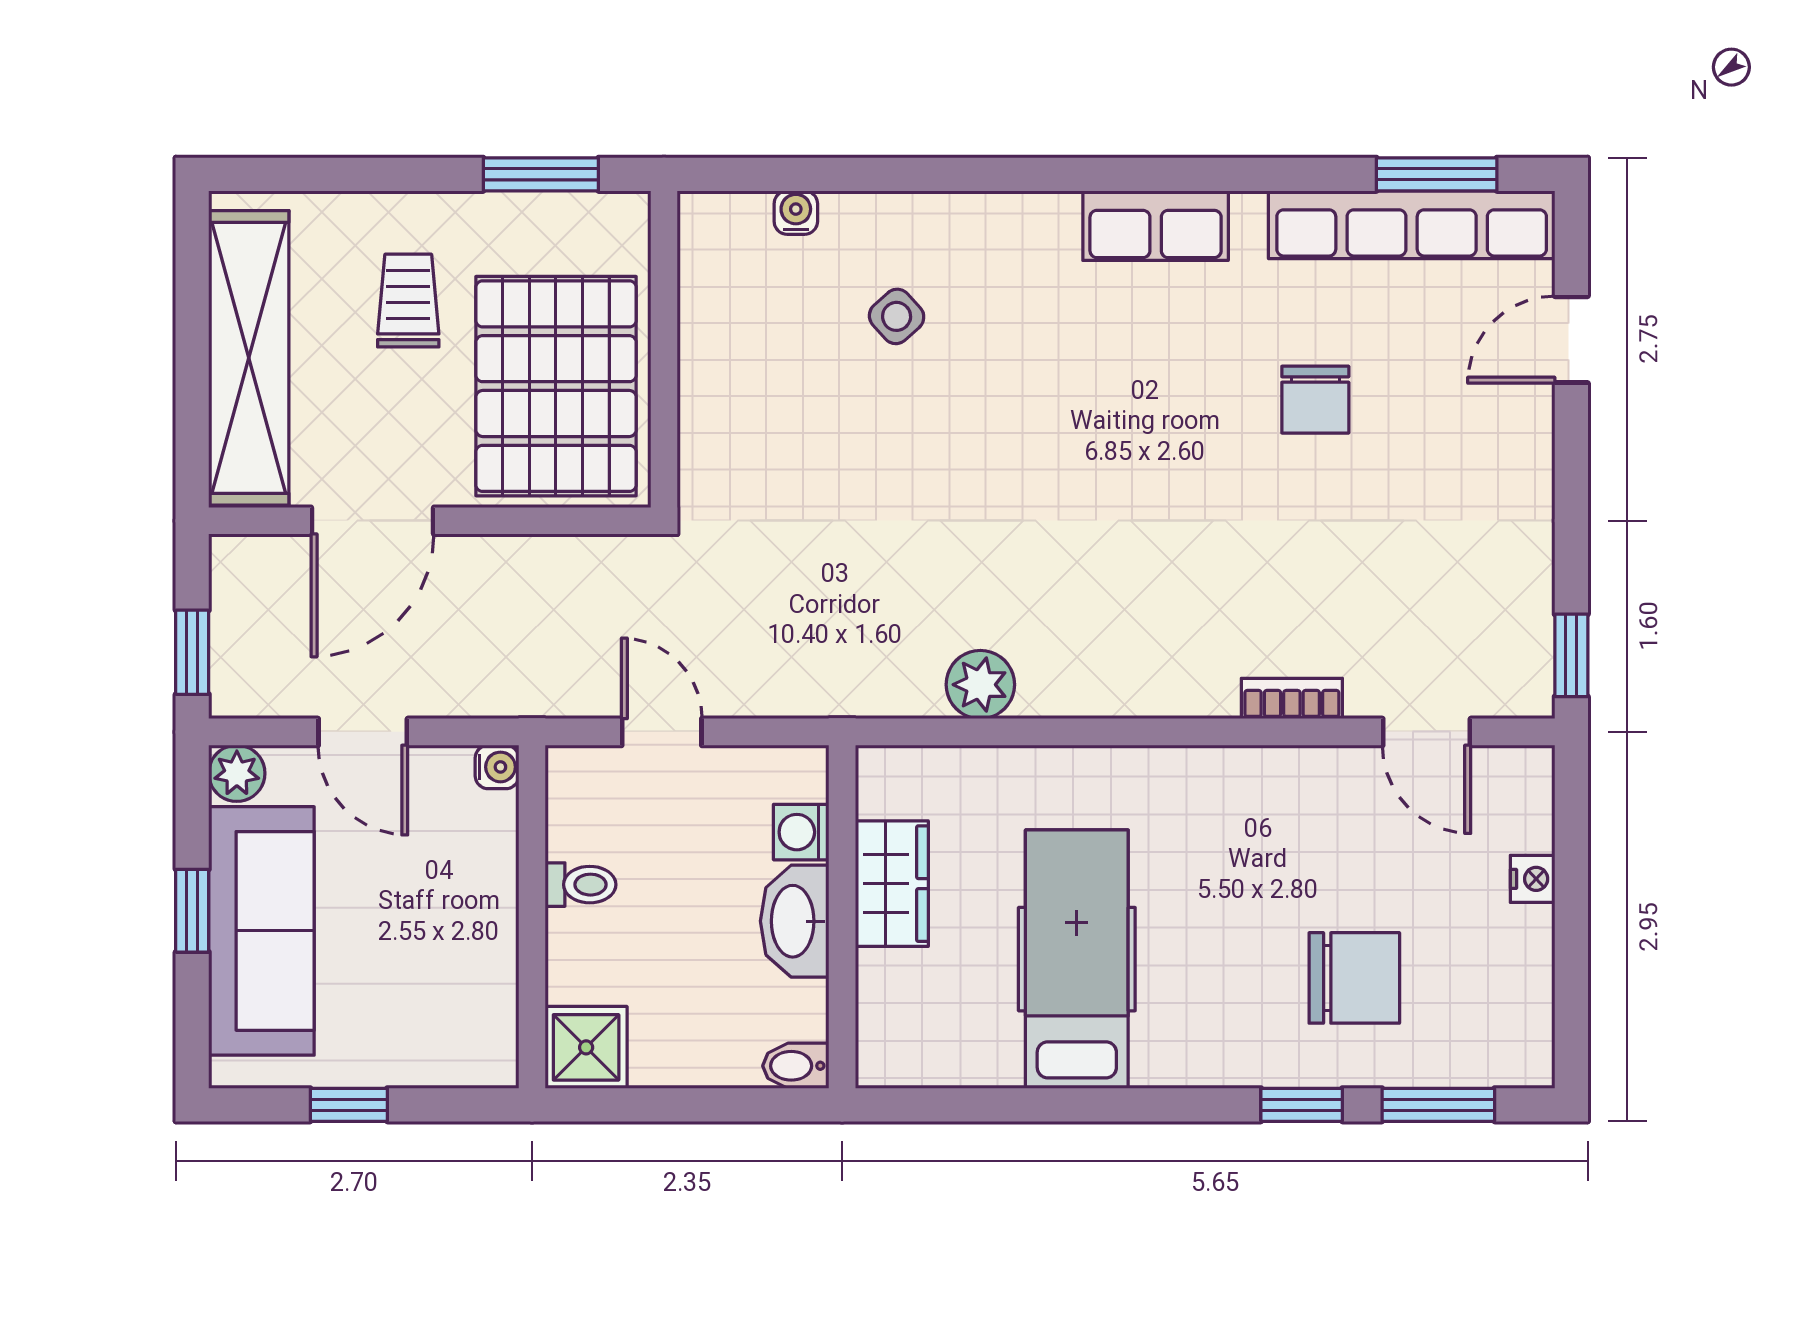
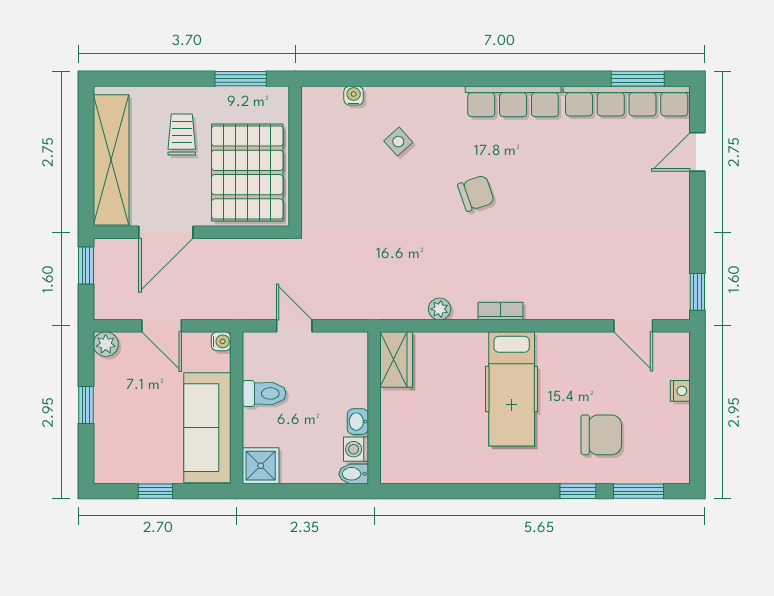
row of seats: (1156, 226) -> (513, 101), width x1.48
chair: (1315, 400) -> (476, 193), moved, turned -109
window: (192, 652) -> (86, 266), moved
plant: (980, 685) -> (440, 309), width x0.73, depth x0.73
bookcase: (1292, 699) -> (501, 311), moved
washing machine: (801, 832) -> (356, 449), moved
wardrobe: (892, 884) -> (396, 360), moved
toilet: (581, 885) -> (264, 393), width x1.37, depth x1.39
washbasin: (795, 921) -> (358, 422), width x0.52, depth x0.69
sofa: (261, 931) -> (207, 428), moved, turned 180
hospital bed: (1077, 959) -> (512, 389), moved, turned 180

